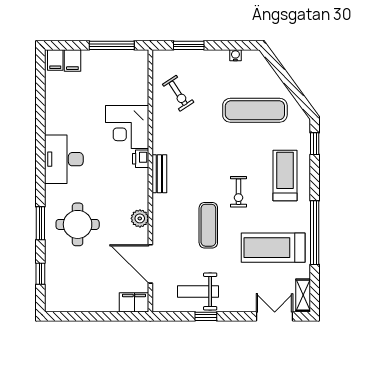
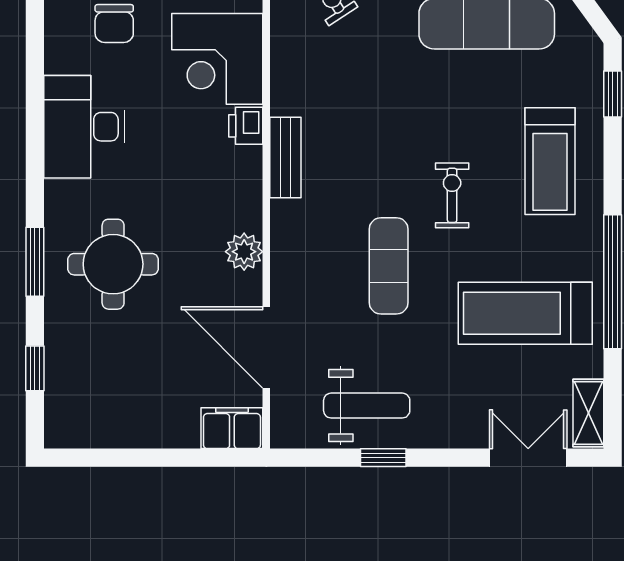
chair: (78, 110) -> (114, 23), added
treadmill: (285, 176) -> (550, 161), turned 180
exercise bike: (238, 192) -> (452, 195), turned 180
weight bench: (198, 291) -> (367, 406), turned 180

